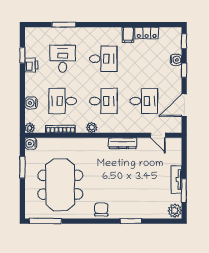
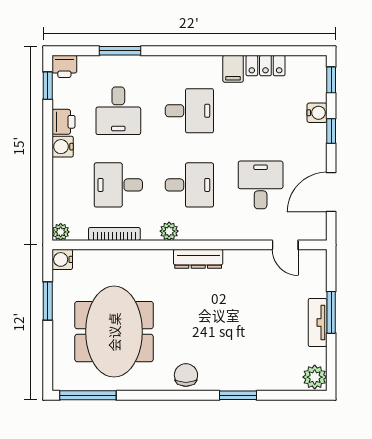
printer: (32, 33) -> (64, 66), added
window: (22, 55) -> (48, 86), moved
desk: (63, 59) -> (118, 111), turned 180
desk: (144, 101) -> (261, 185), turned -90
water cooler: (31, 103) -> (63, 147), moved
dresser: (123, 143) -> (198, 259), moved
window: (184, 190) -> (331, 312), moved

